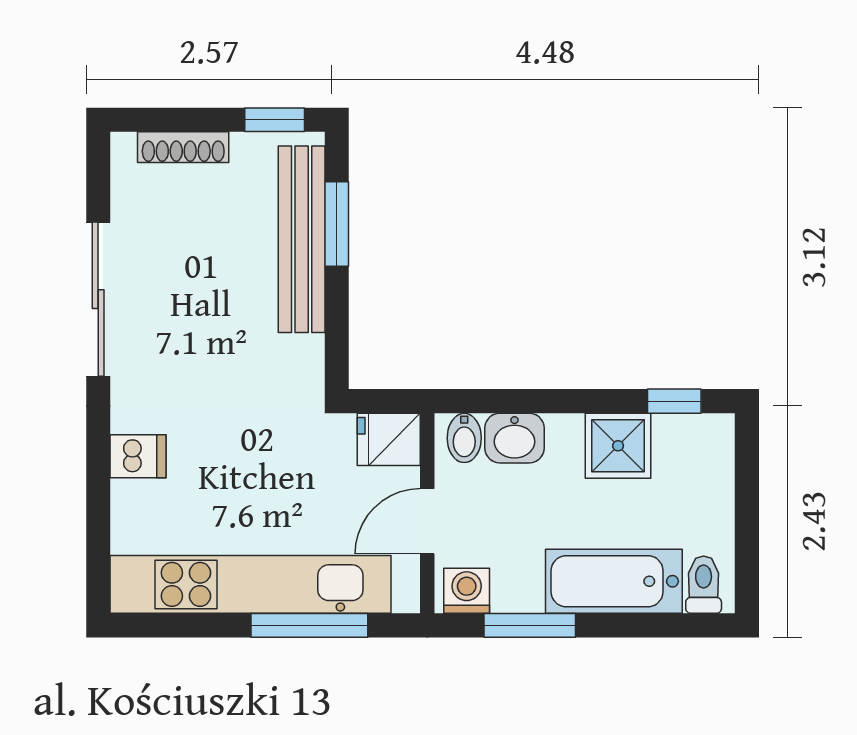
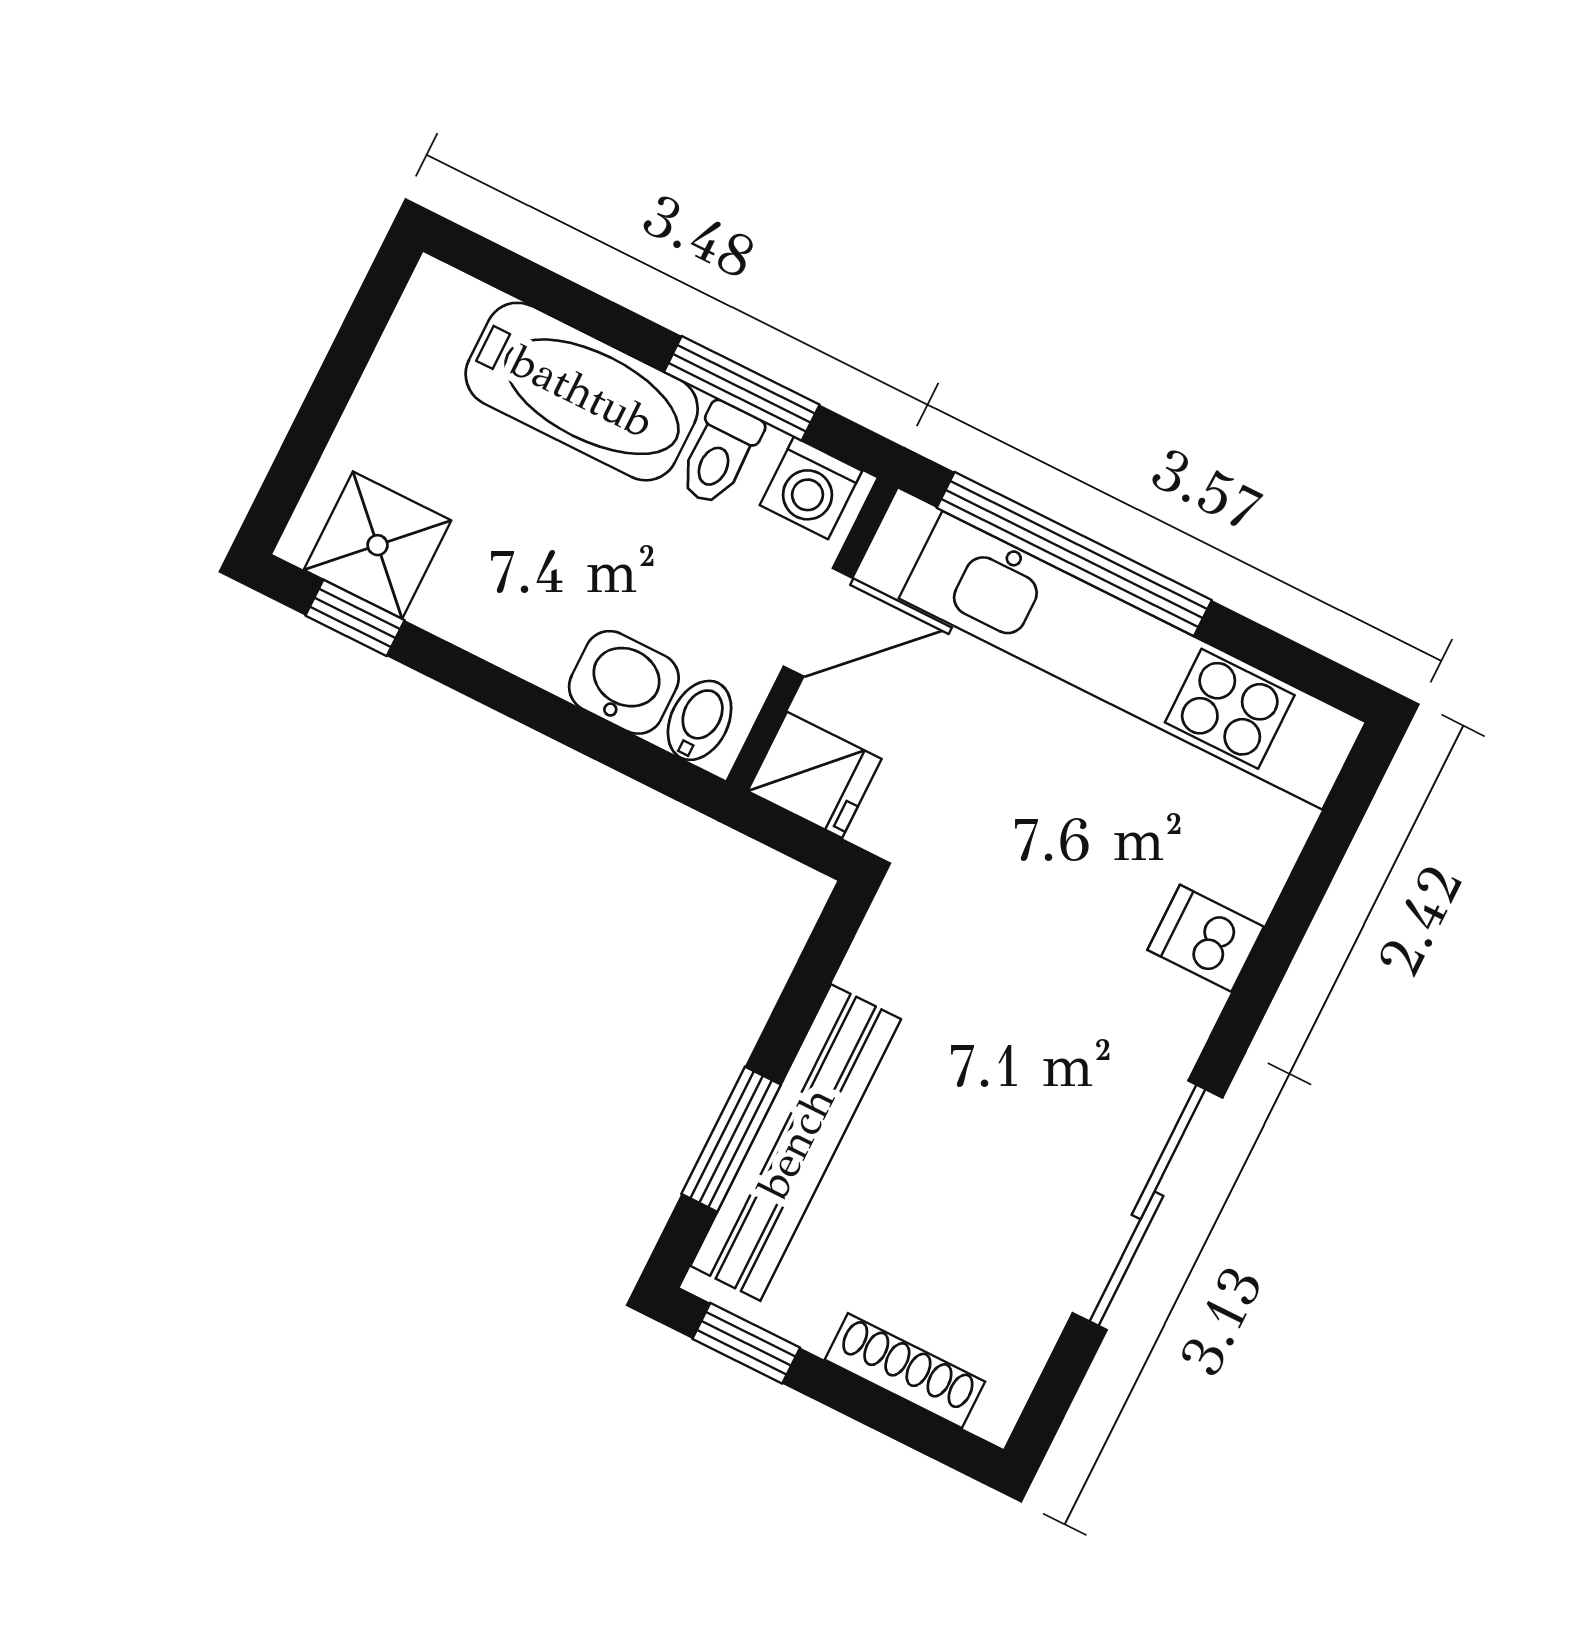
shower: (618, 446) -> (378, 545), moved
toilet: (704, 585) -> (720, 454), moved
window: (309, 625) -> (1074, 554), width x1.46

